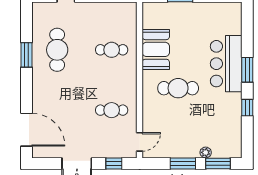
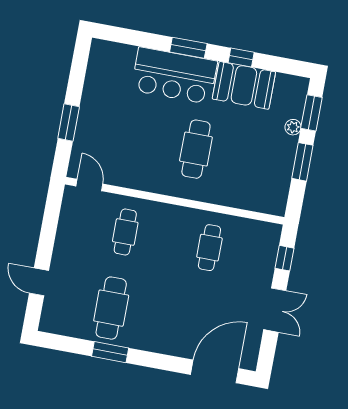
booth: (156, 49) -> (244, 85), moved
cafe table: (57, 50) -> (111, 308), turned 90
door: (140, 142) -> (89, 185), moved

